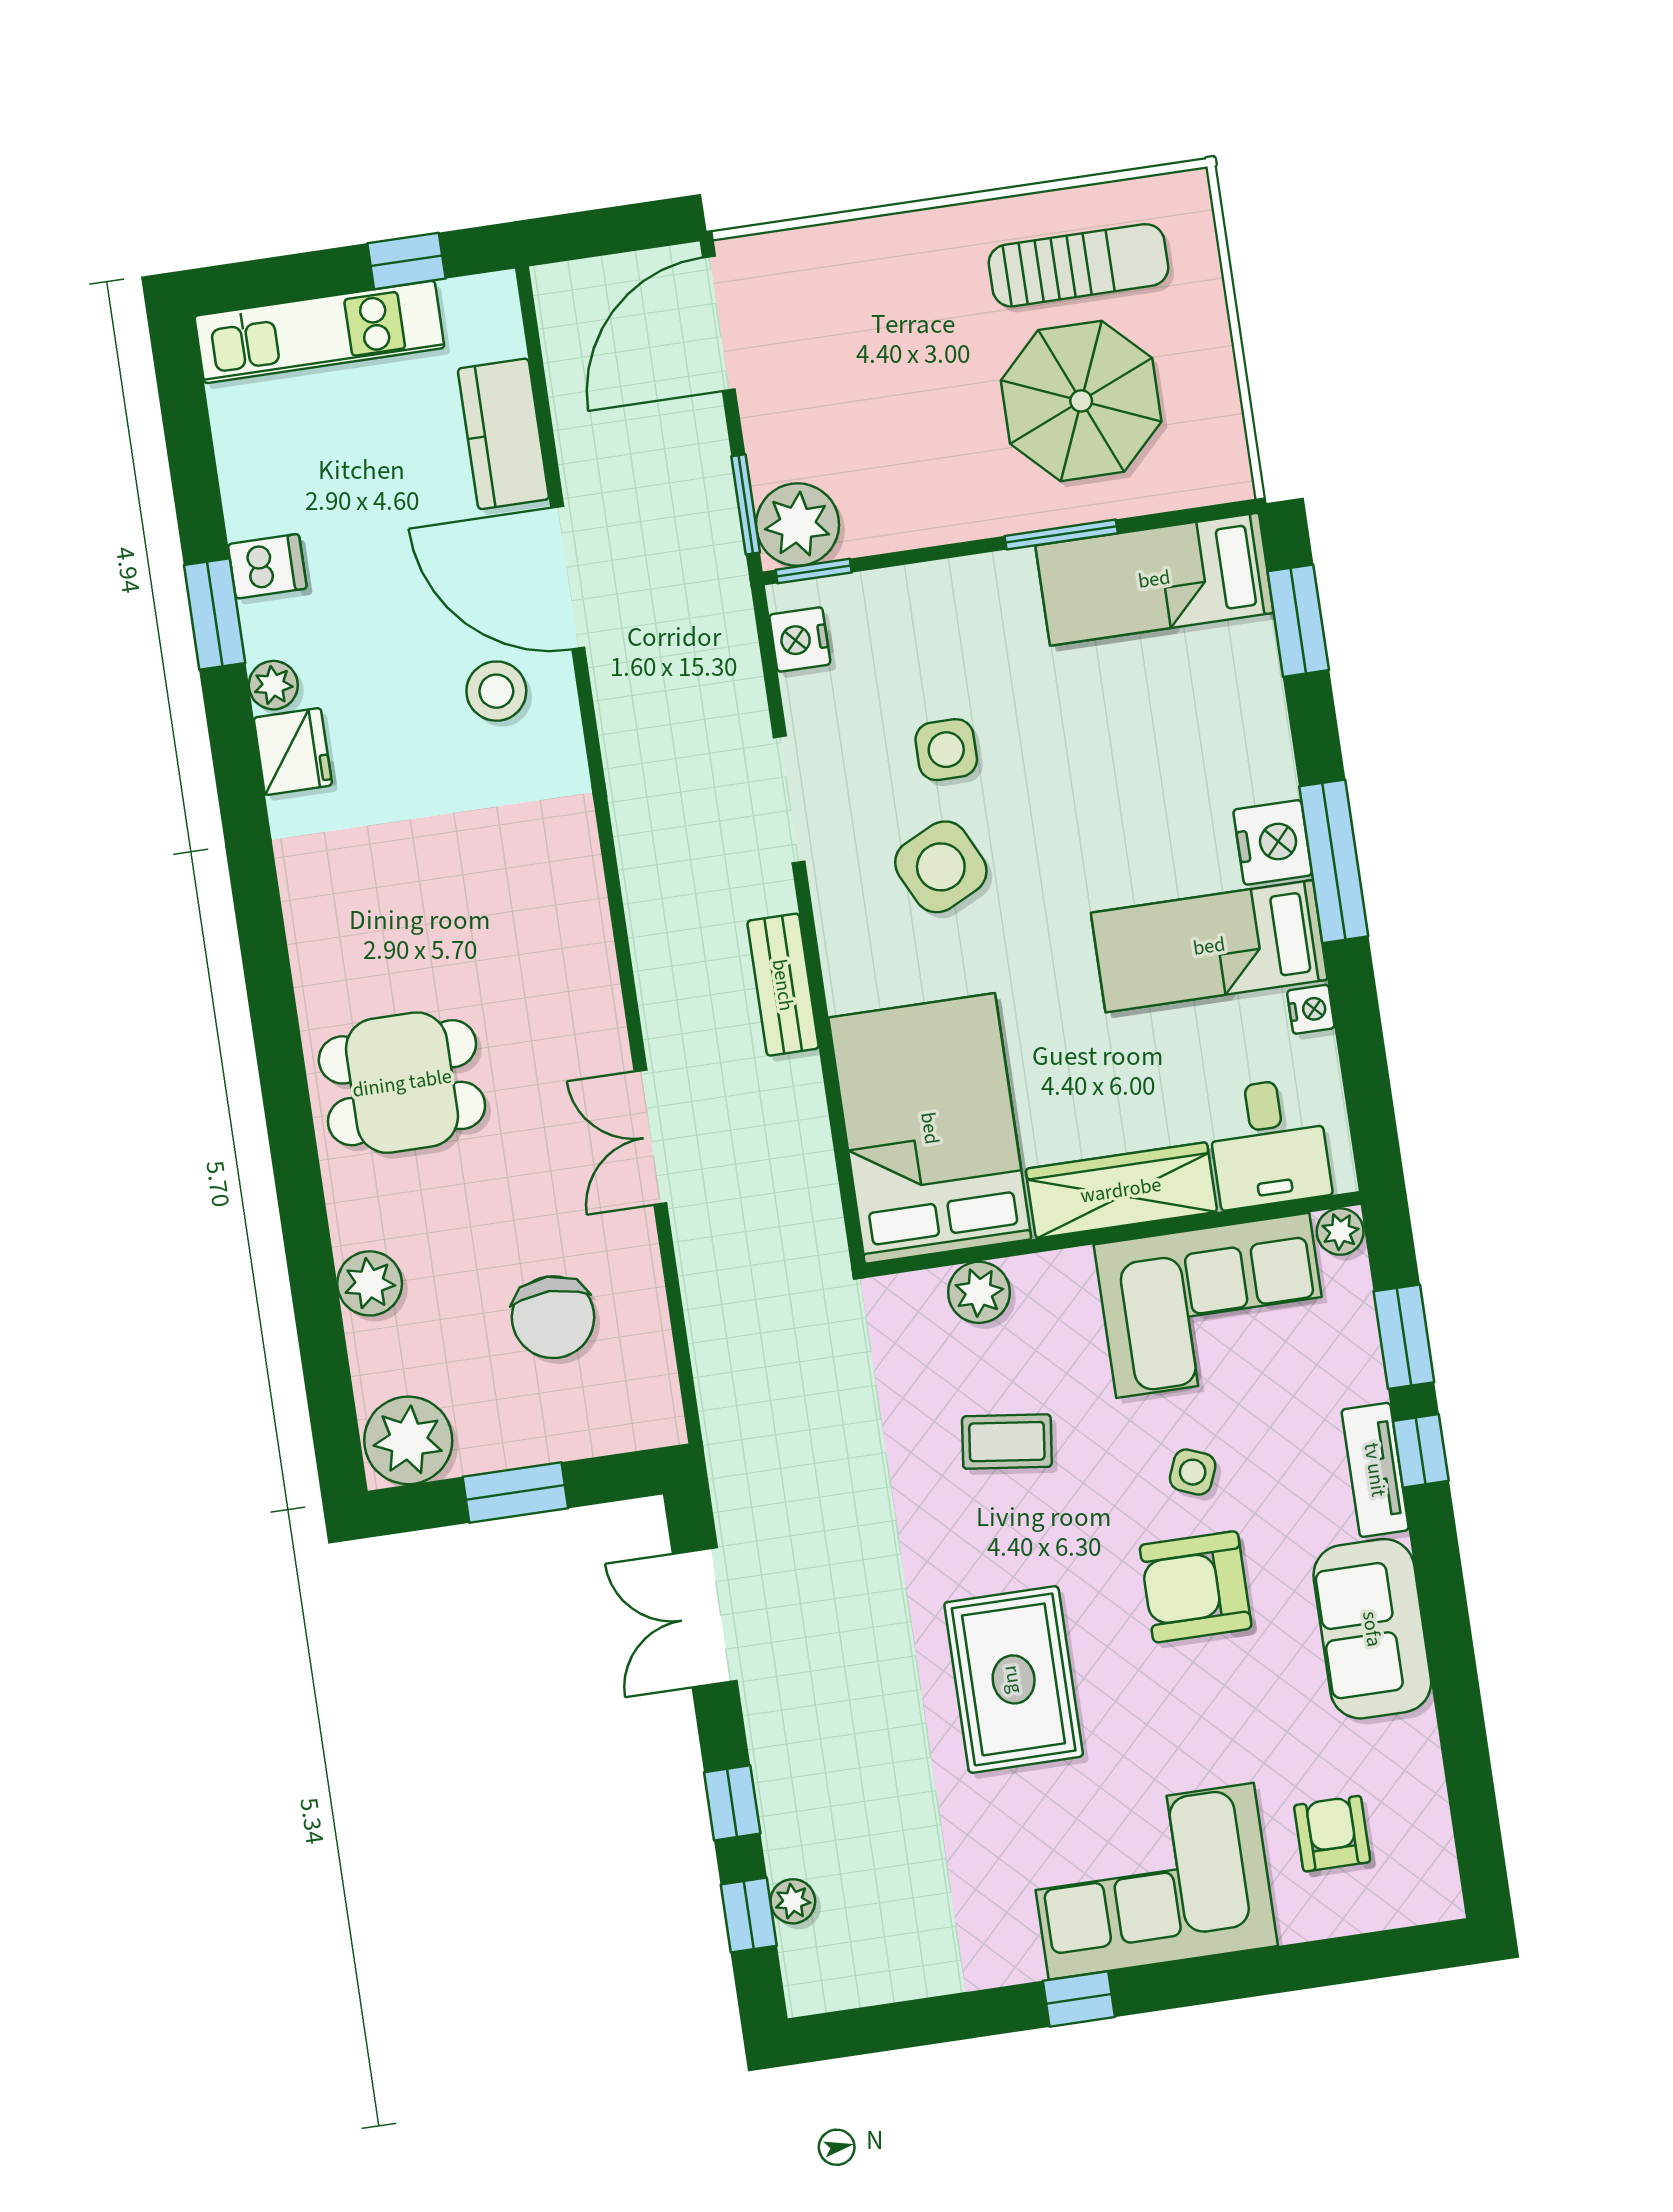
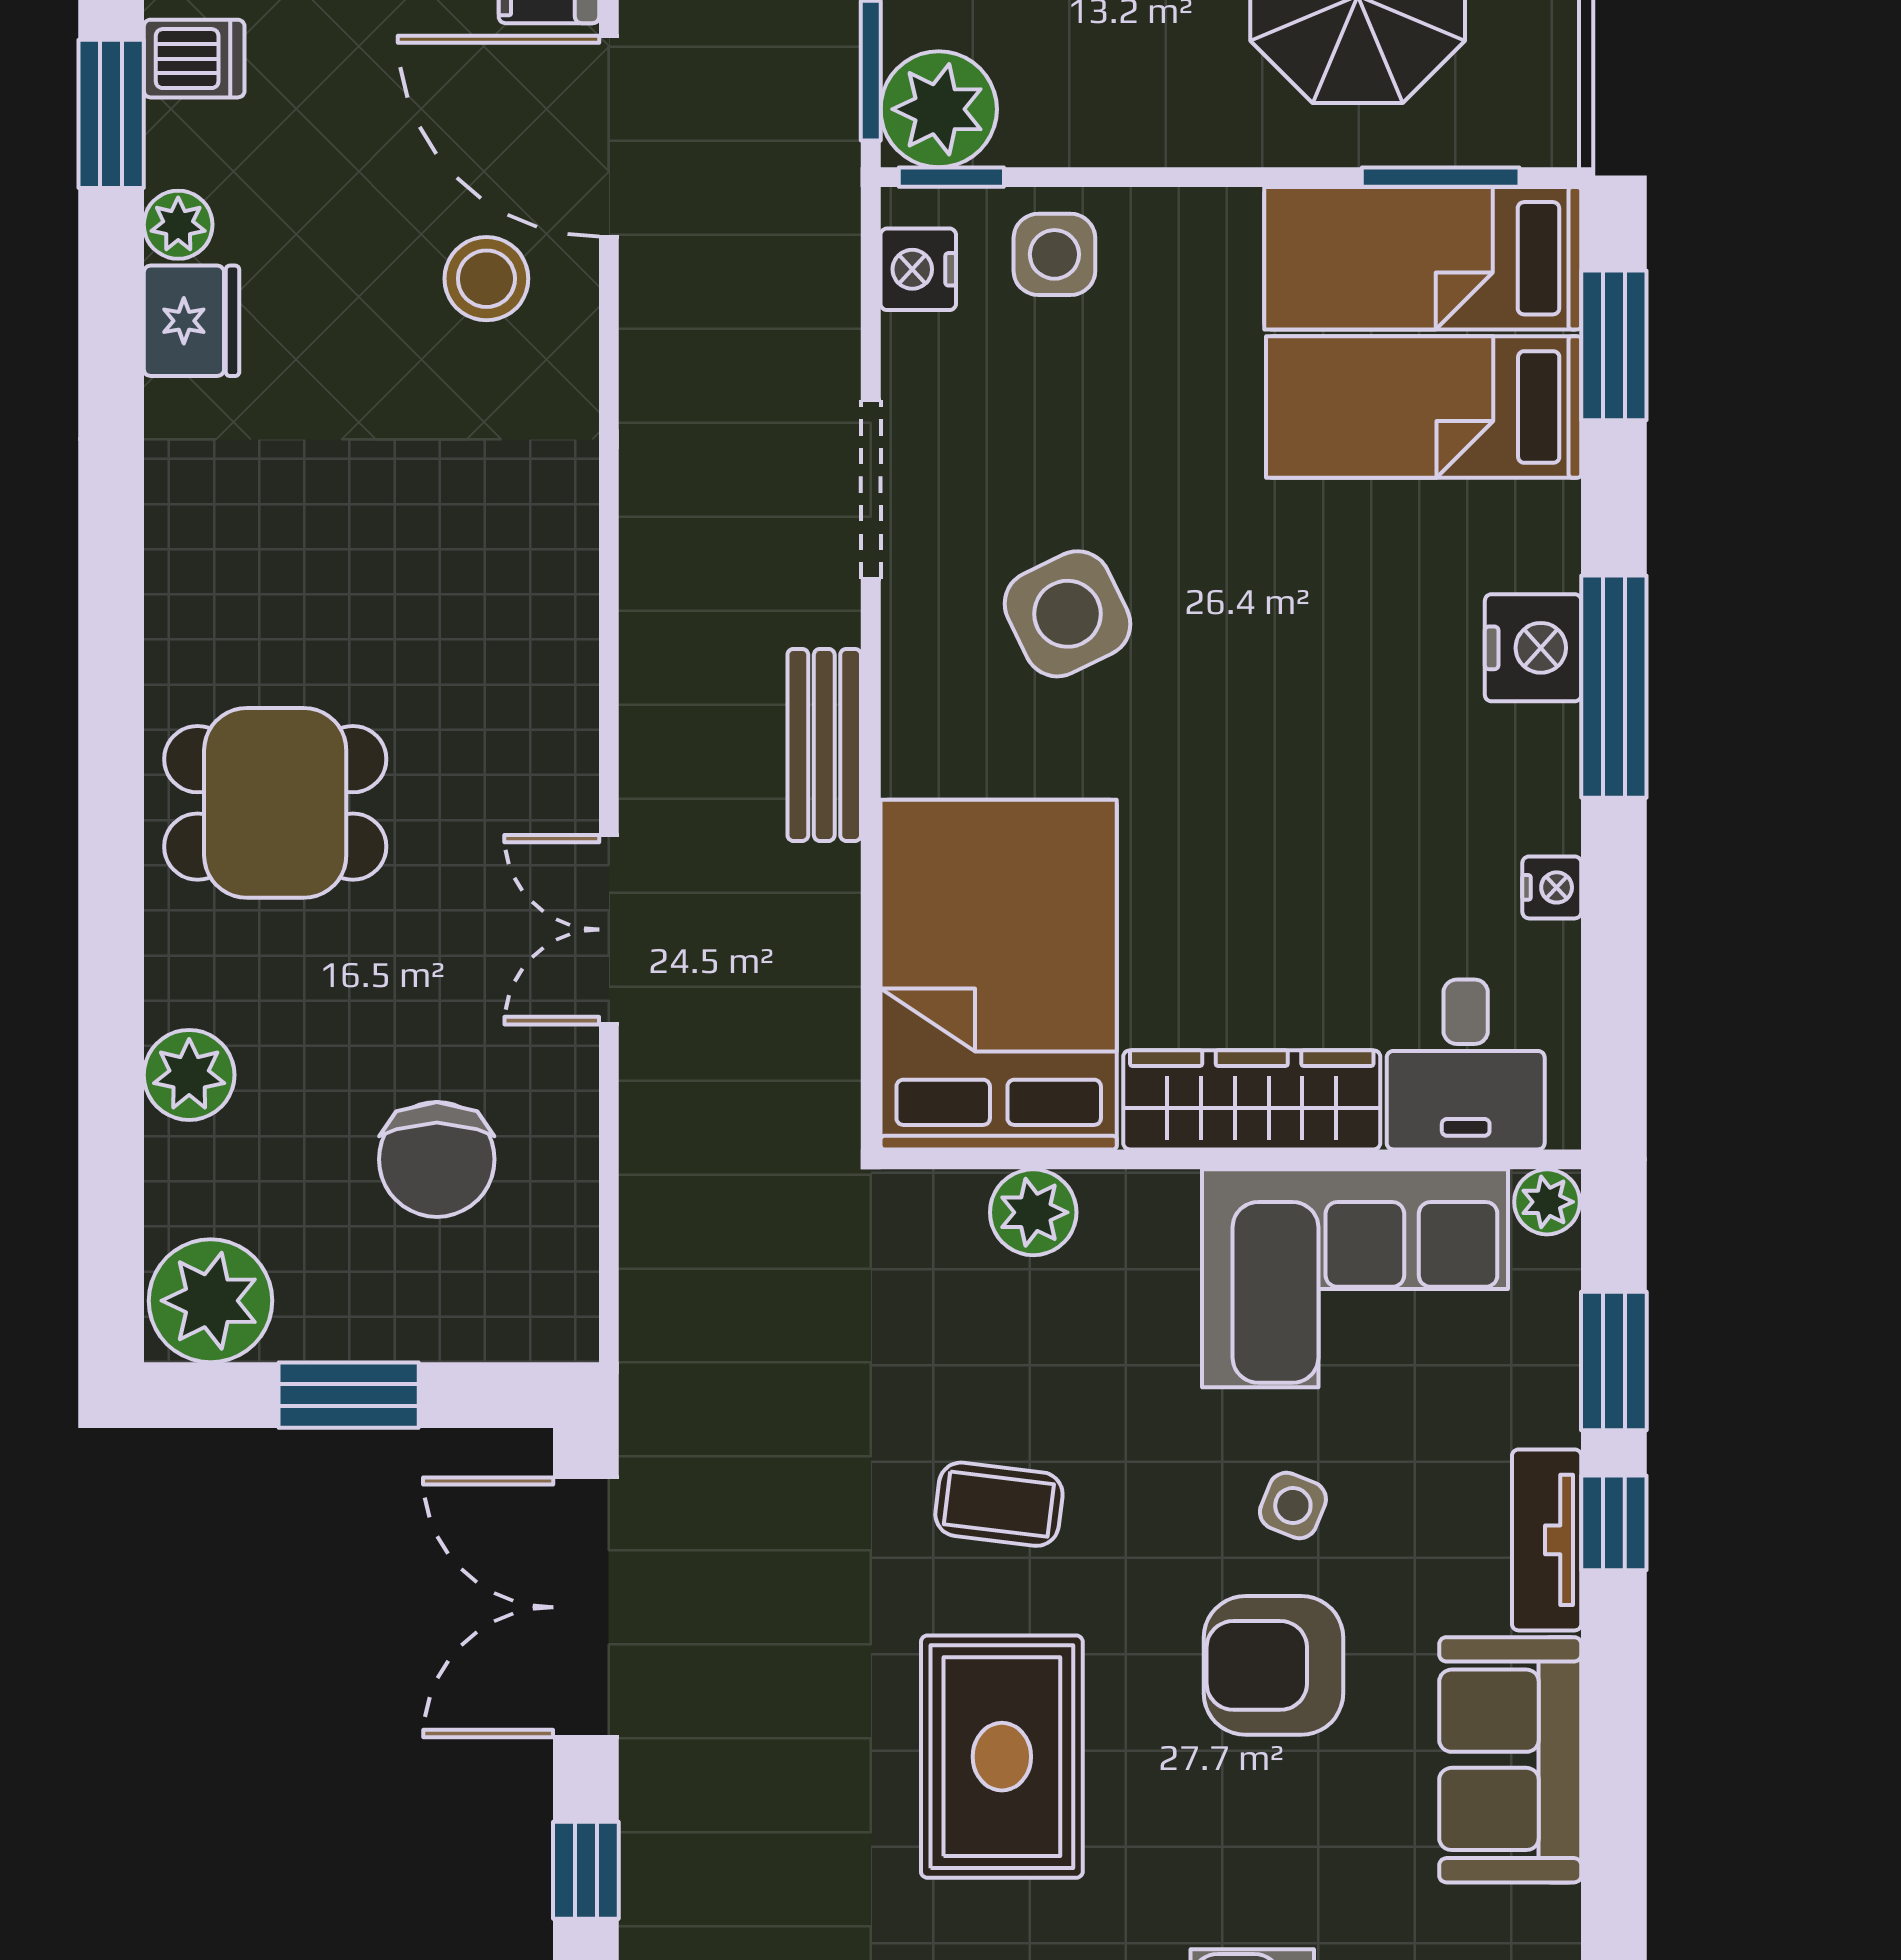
window: (1061, 535) -> (1441, 177), moved
side table: (946, 750) -> (1054, 254), moved
bed: (1209, 946) -> (1424, 407), moved
coffee table: (1007, 1442) -> (999, 1504), moved
double door: (705, 1617) -> (586, 1607), width x1.37

